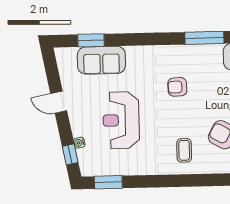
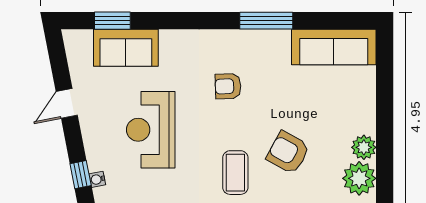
door: (59, 102) -> (67, 103), hinge flipped
water cooler: (79, 143) -> (97, 179), moved
coffee table: (184, 150) -> (235, 173), width x1.36, depth x1.30

